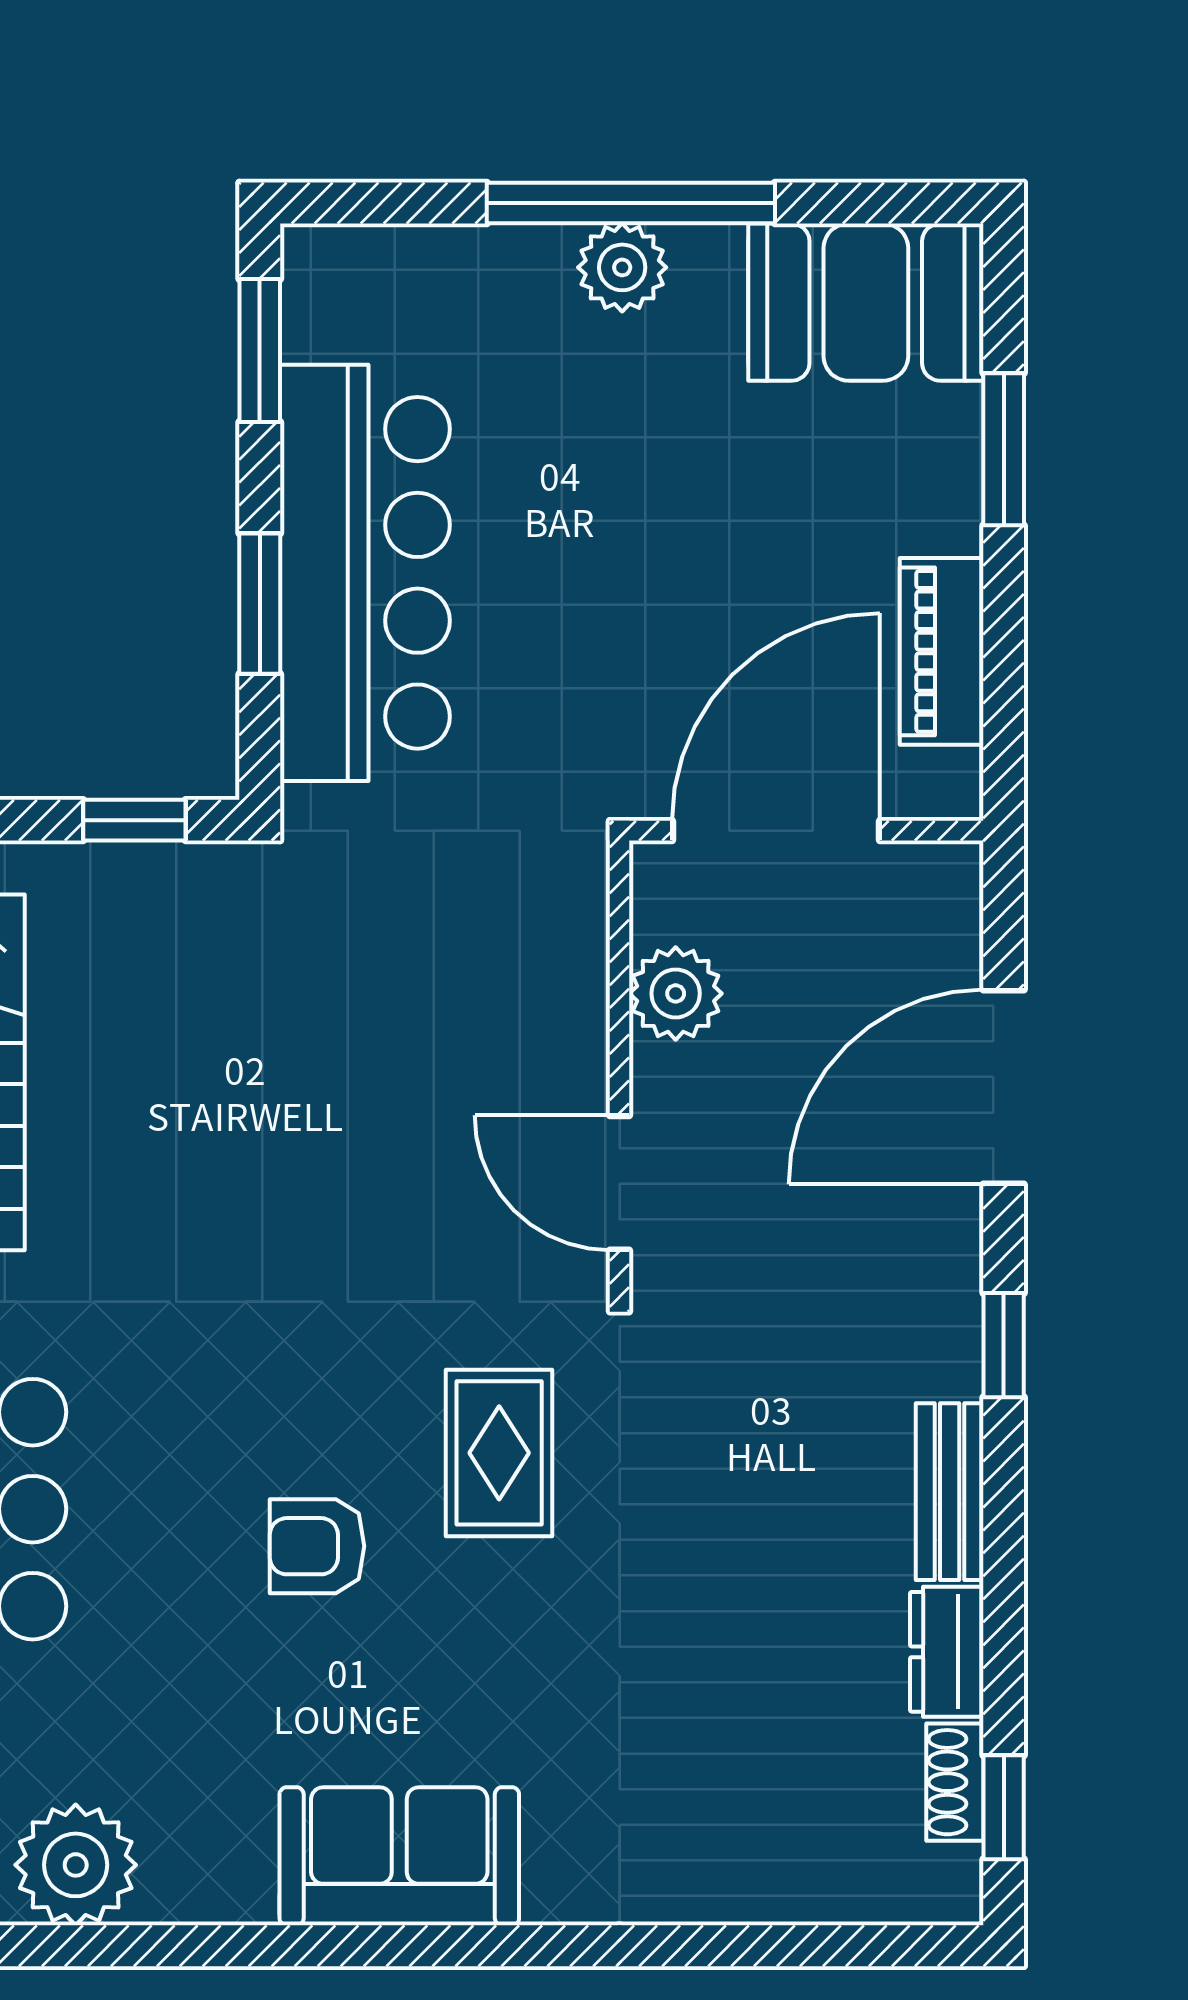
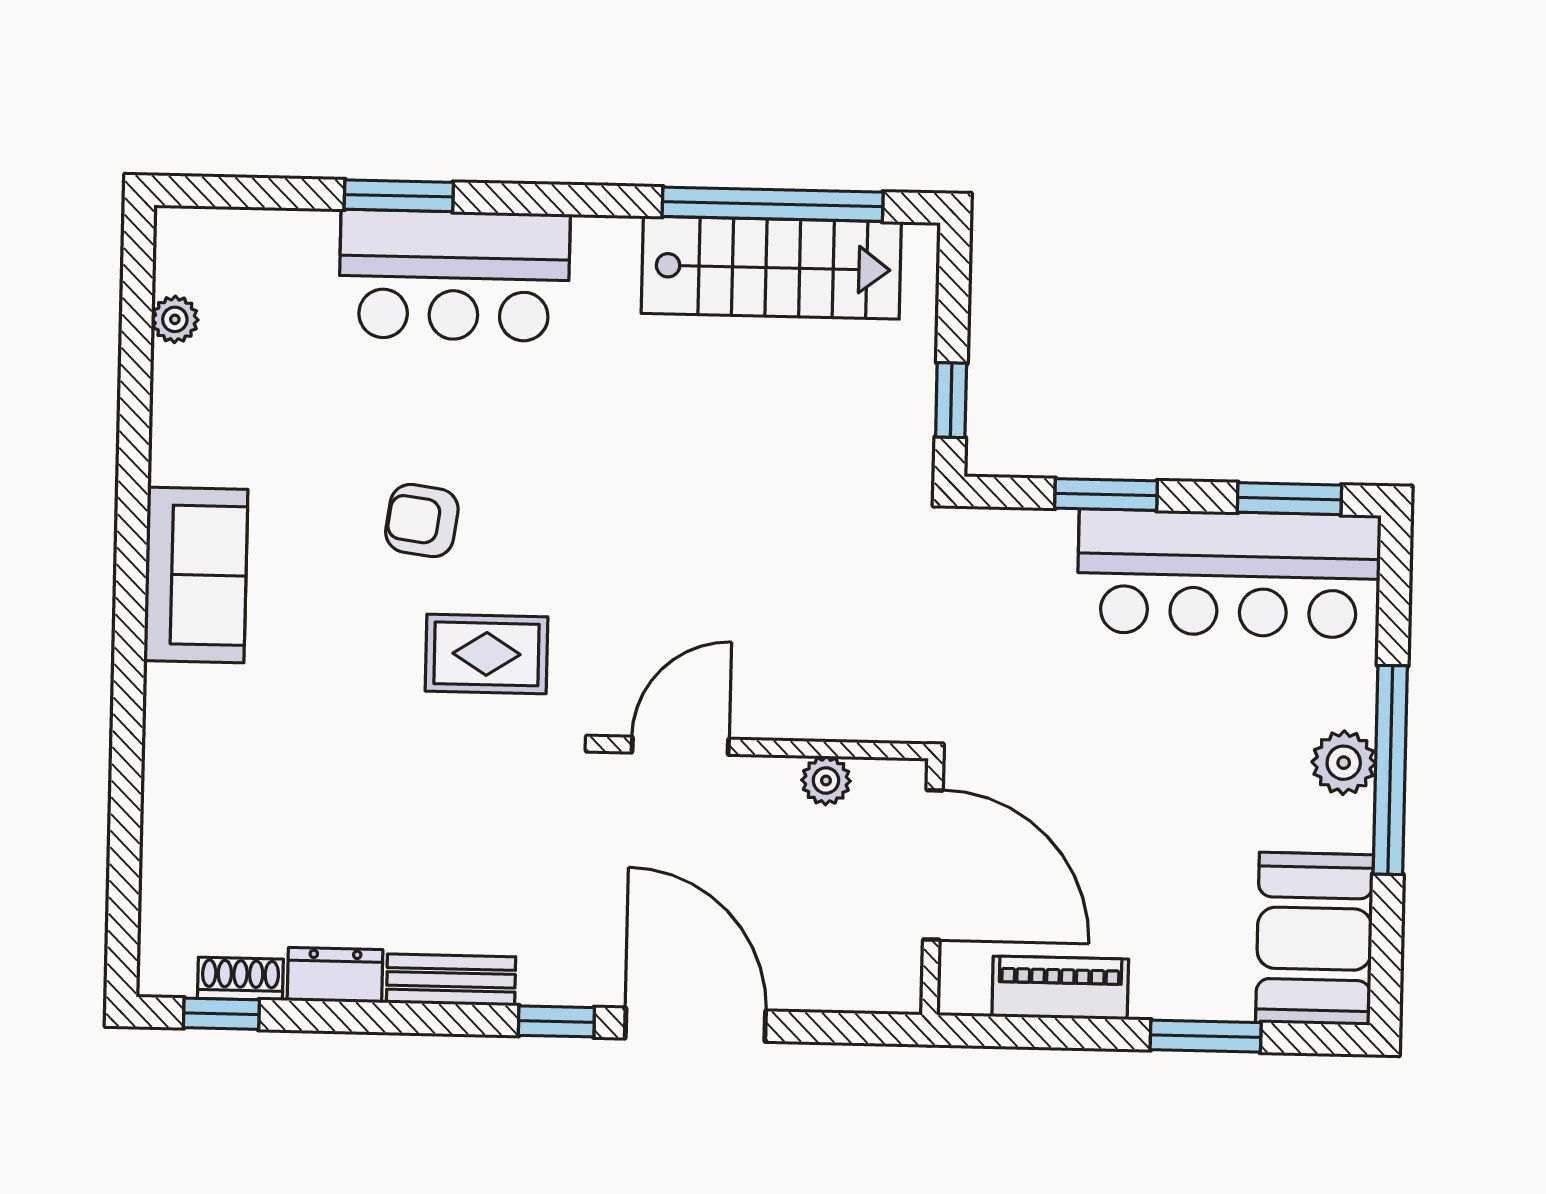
bar counter: (365, 573) -> (1229, 574), moved
plant: (676, 993) -> (826, 781), width x0.73, depth x0.73
door: (1004, 1087) -> (695, 1025), moved
armchair: (317, 1546) -> (422, 521), turned -82
plant: (76, 1865) -> (175, 319), width x0.53, depth x0.53

